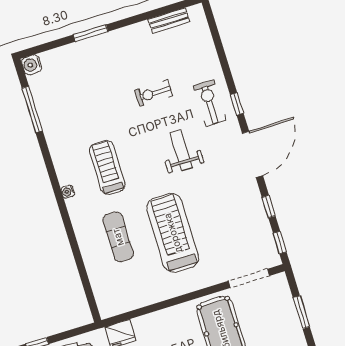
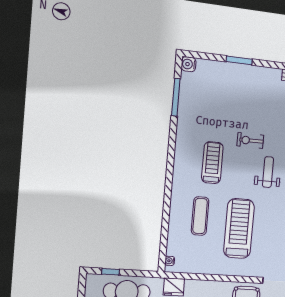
exercise bike: (154, 93) -> (250, 141), moved
water cooler: (68, 192) -> (170, 261), moved

